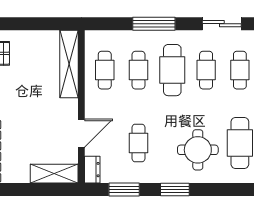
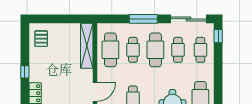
sliding door: (222, 24) -> (188, 19), width x1.37
cafe table: (105, 70) -> (110, 50), width x1.37, depth x1.35

